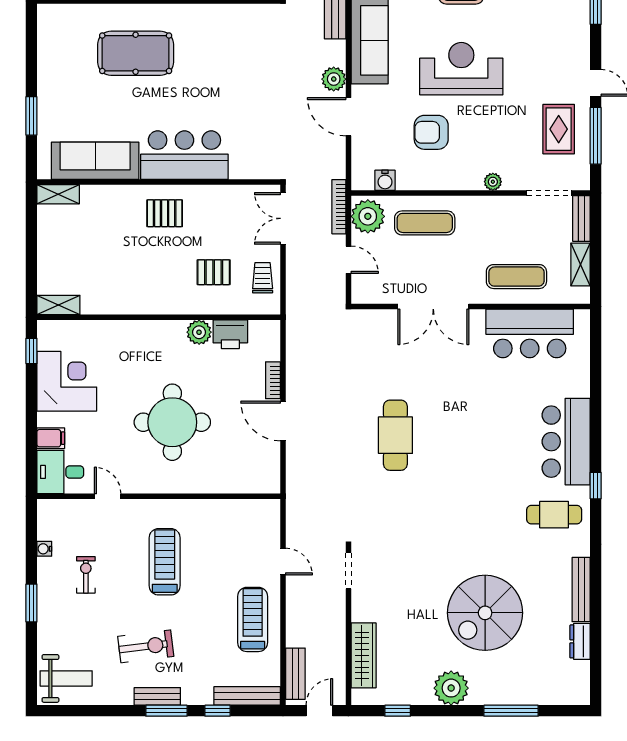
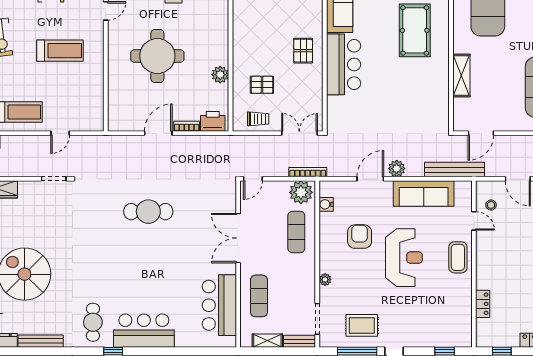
door: (348, 260) -> (253, 179), moved
pallet: (214, 272) -> (262, 85), turned 90
printer: (230, 334) -> (213, 121), moved, turned 90

